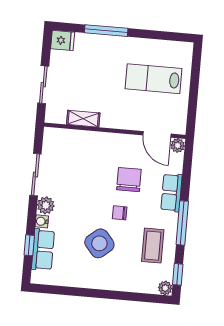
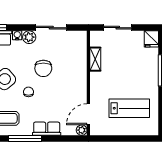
lab bench: (154, 79) -> (129, 108), turned 90
chair: (129, 180) -> (43, 68), moved, turned 90

